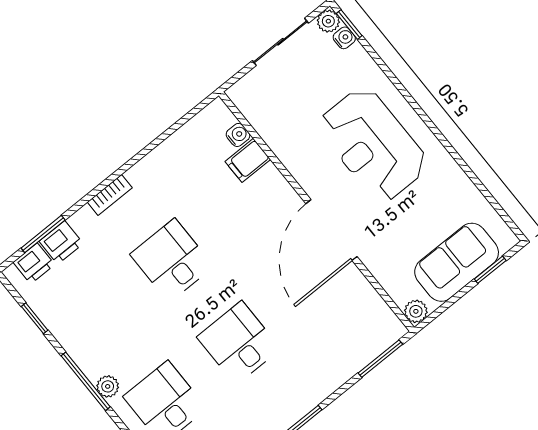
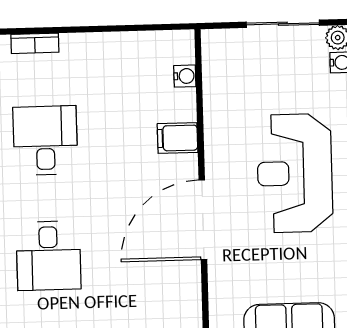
filing cabinet: (248, 160) -> (178, 138), moved
desk: (239, 343) -> (48, 256), turned 180

